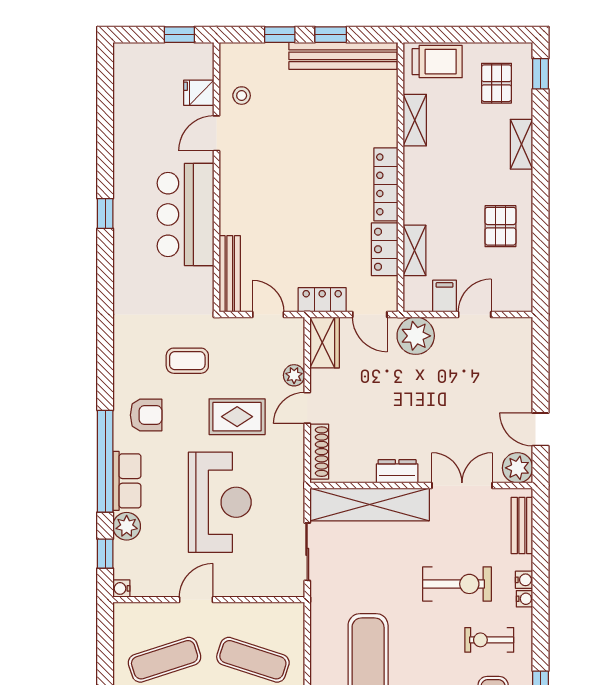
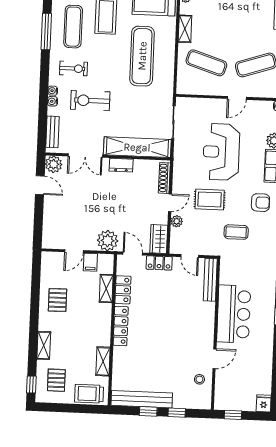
fridge: (199, 93) -> (264, 403), moved, turned -90
armchair: (146, 415) -> (260, 203), turned 180

